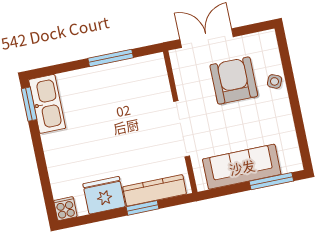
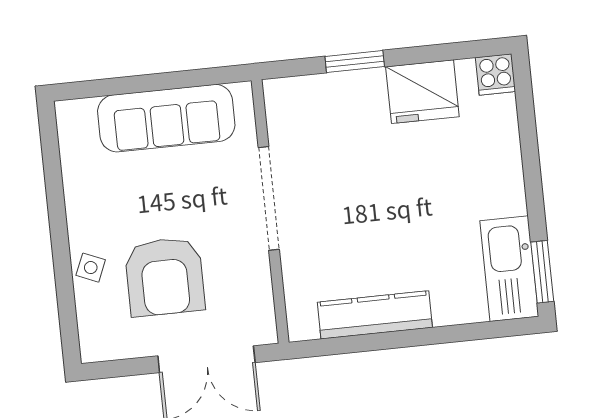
window: (111, 58) -> (385, 341), removed
window: (271, 181) -> (115, 86), removed
kitchen counter: (155, 190) -> (375, 315), moved, turned 180

